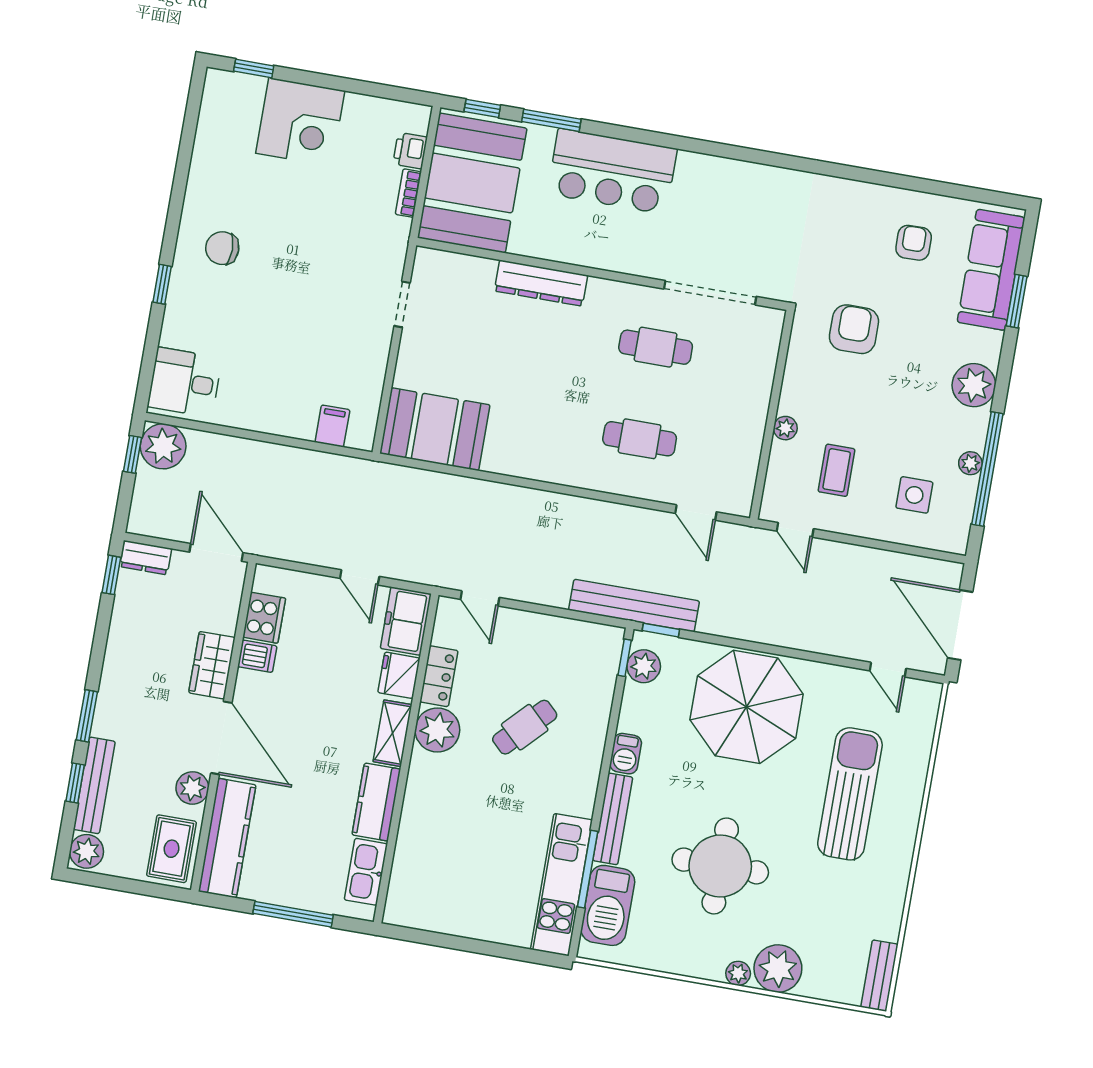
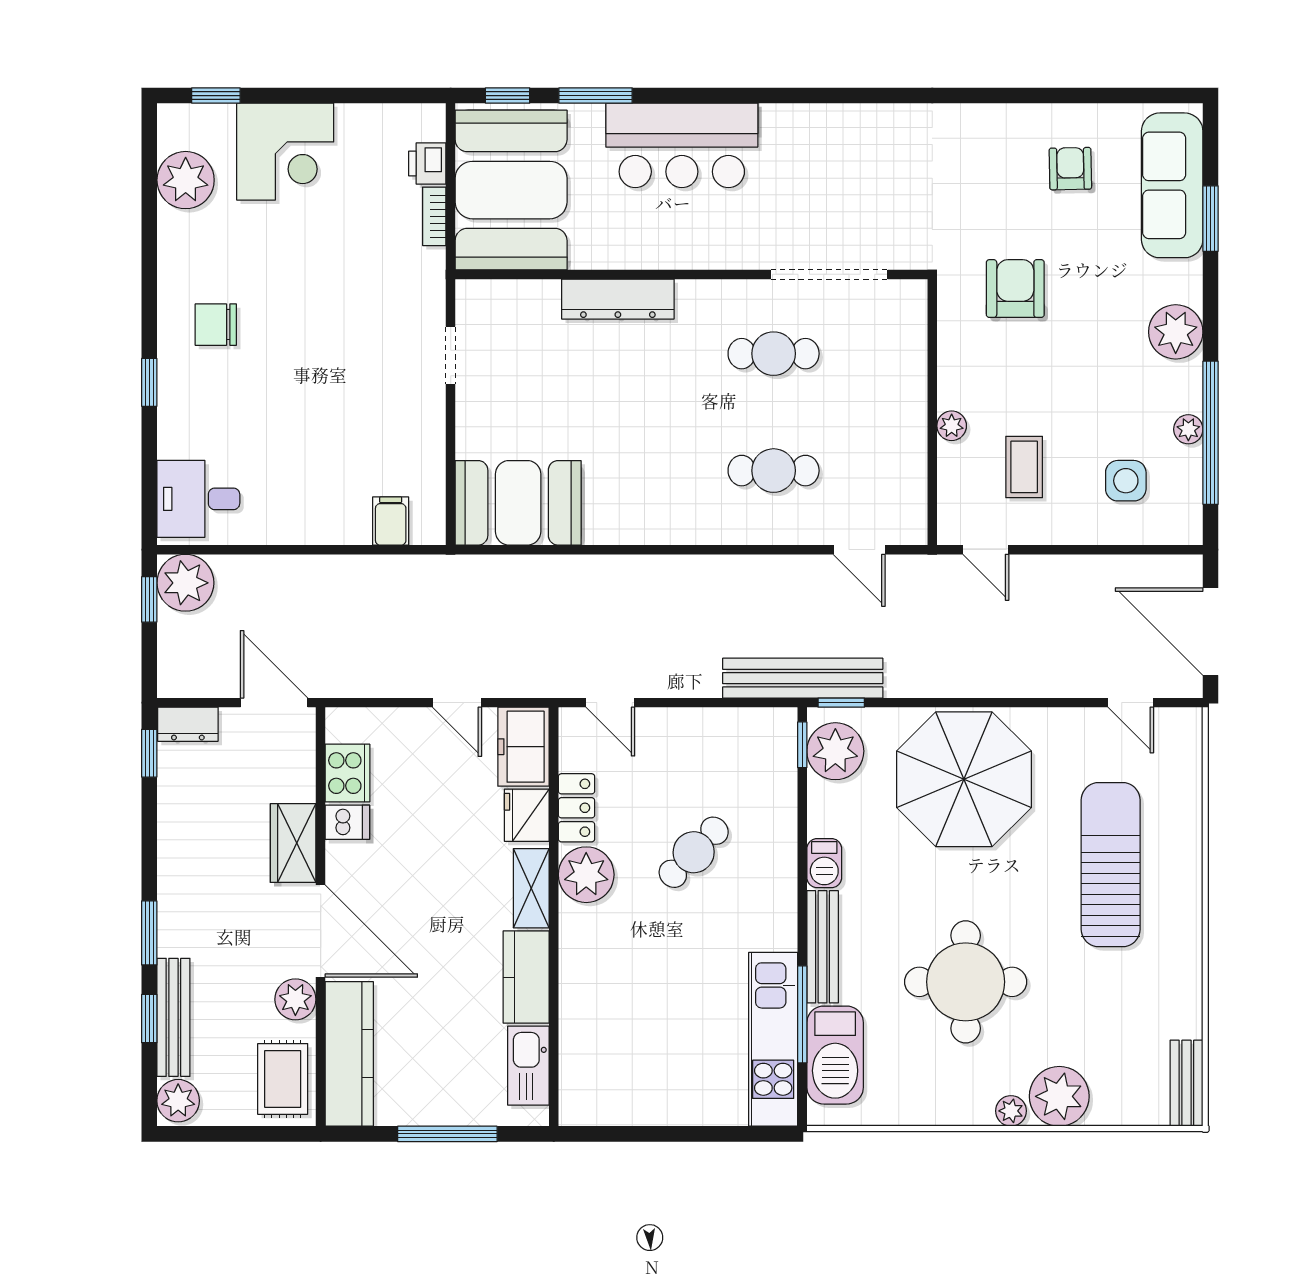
plant: (218, 131) -> (186, 180), added
plant: (644, 666) -> (835, 751), width x1.36, depth x1.36

